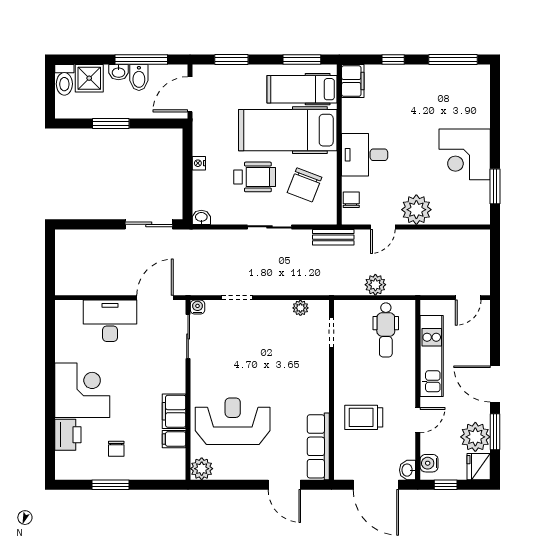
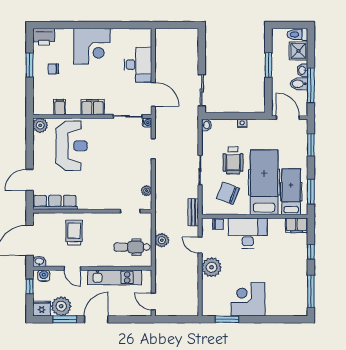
desk: (365, 155) -> (248, 233), width x1.37
filing cabinet: (174, 411) -> (92, 107), moved
printer: (68, 435) -> (44, 37), moved

